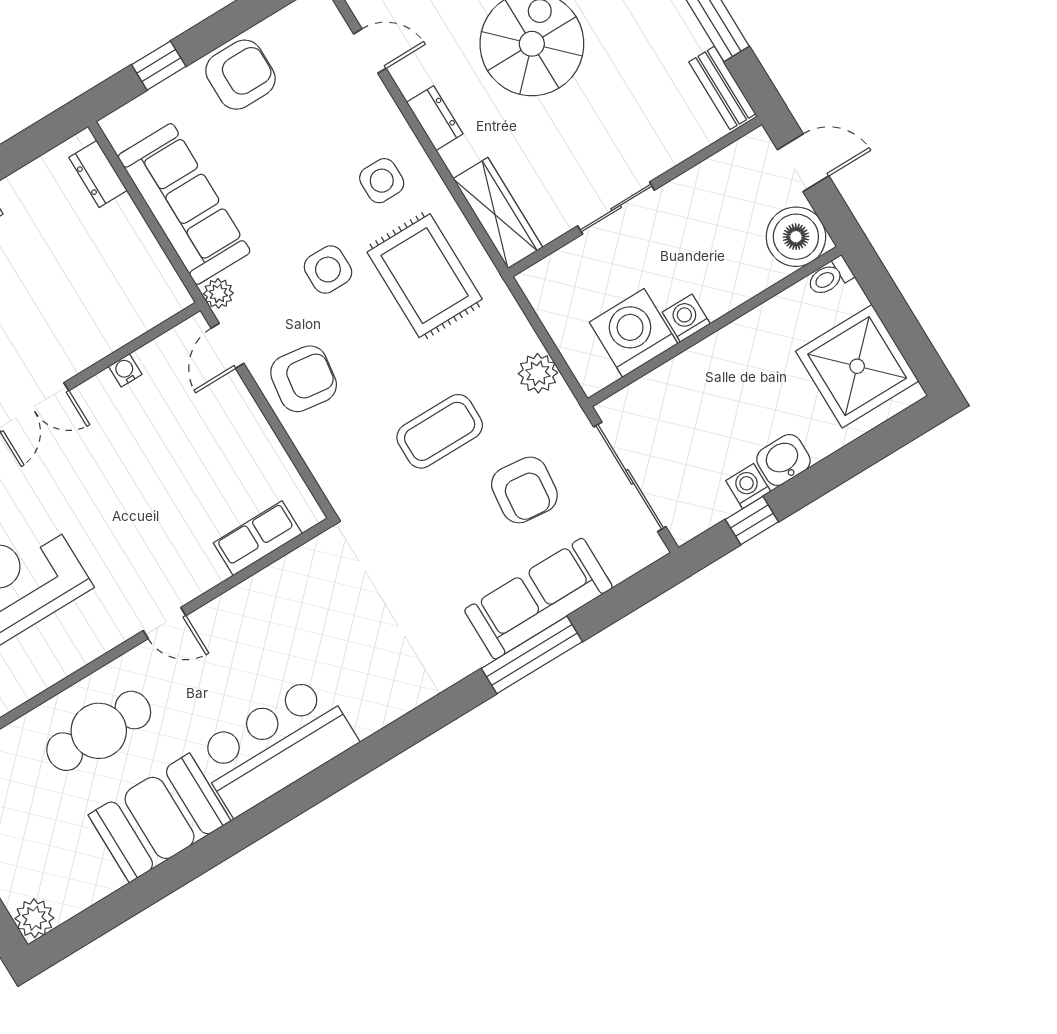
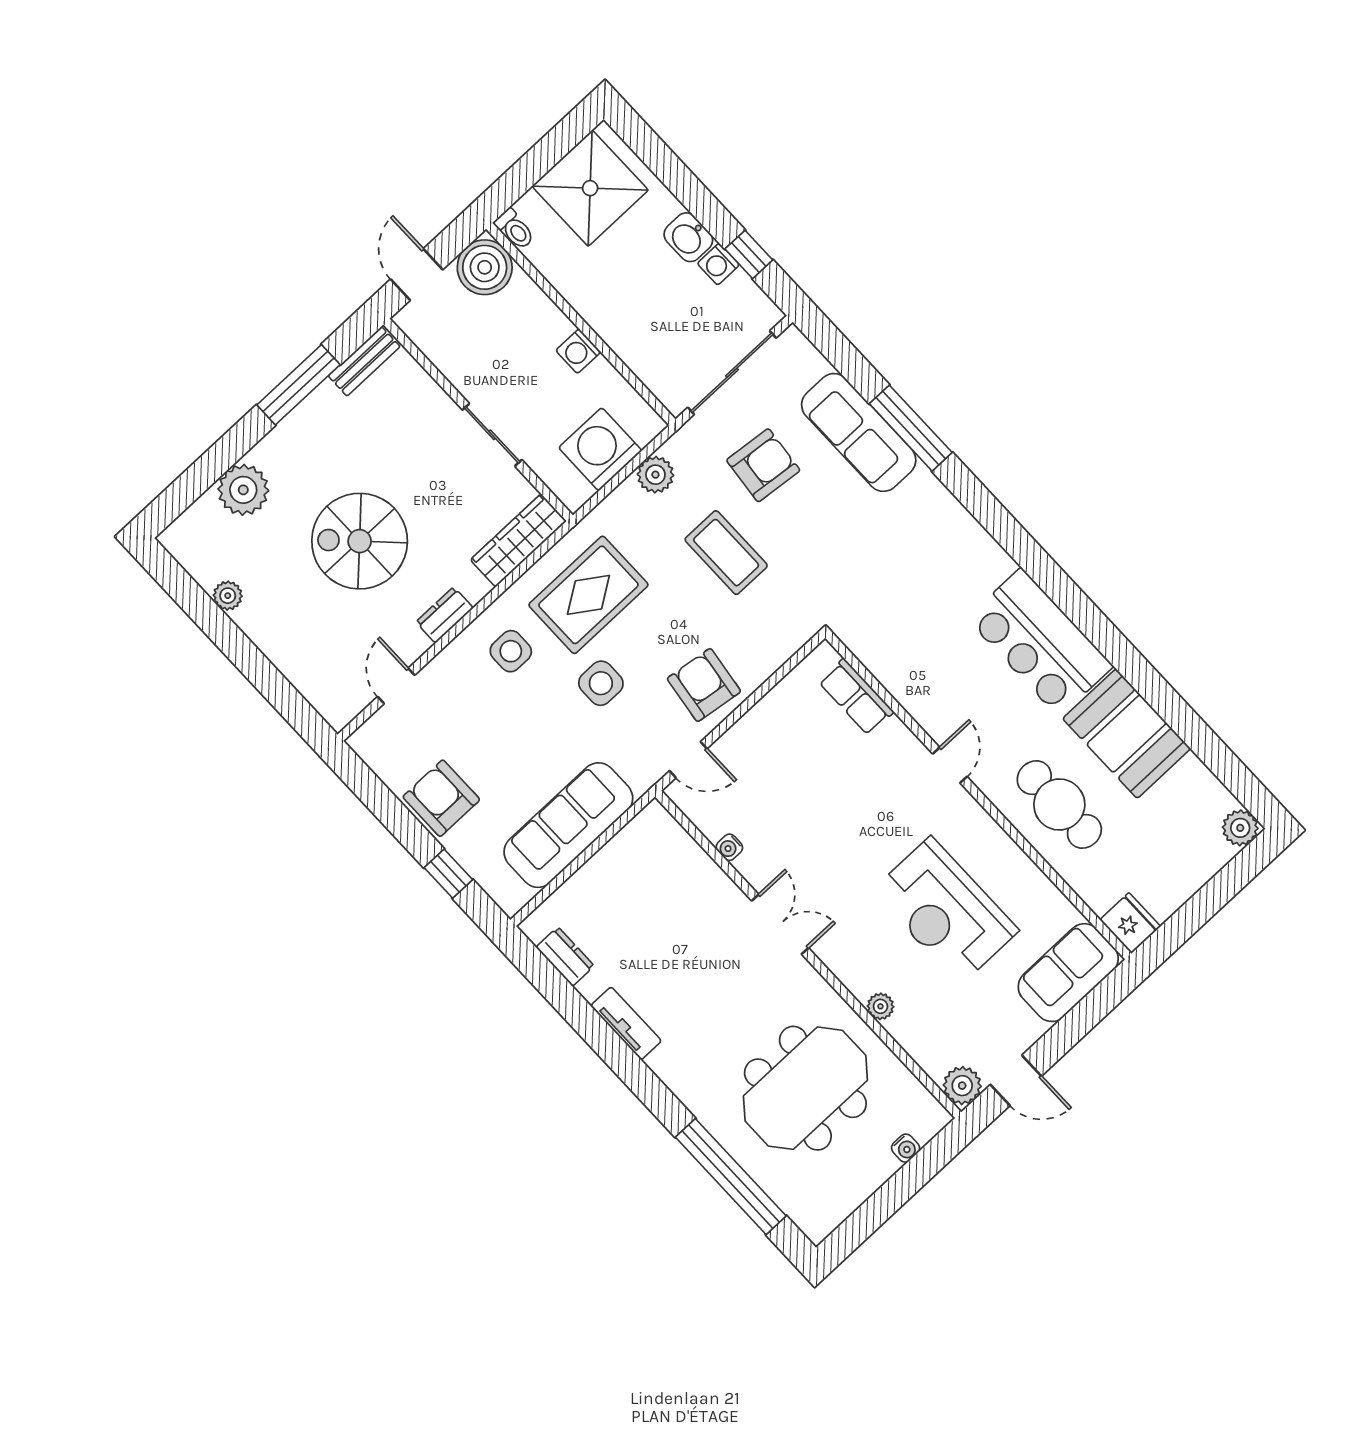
dresser: (98, 174) -> (565, 957), moved, turned -90
plant: (218, 293) -> (643, 778), removed
washing machine: (633, 333) -> (600, 449), moved, turned 90

